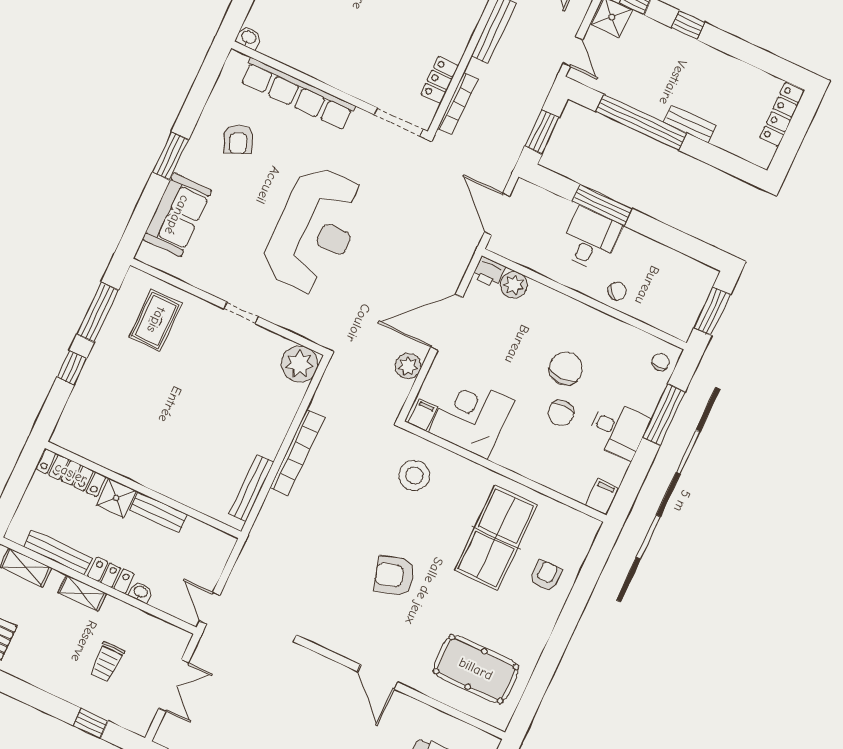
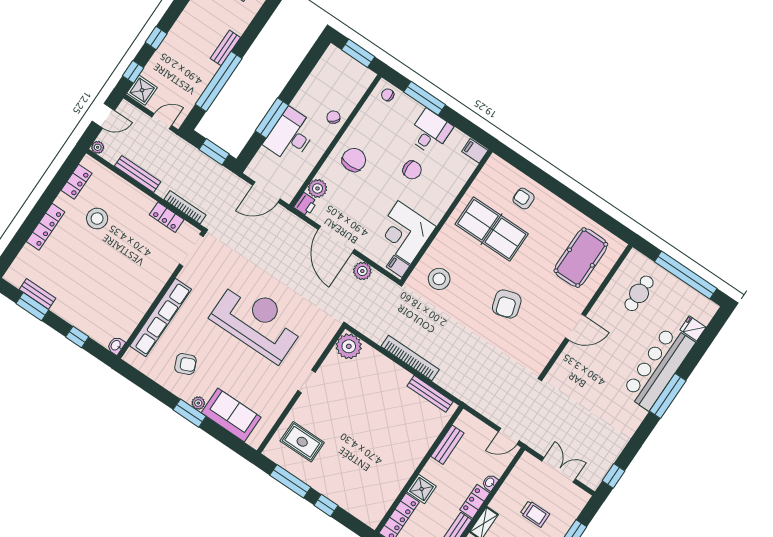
plant: (186, 166) -> (198, 403), added
desk: (590, 239) -> (291, 135), width x1.37
chair: (566, 368) -> (354, 160), moved, turned 90
bench: (158, 512) -> (447, 445), moved

